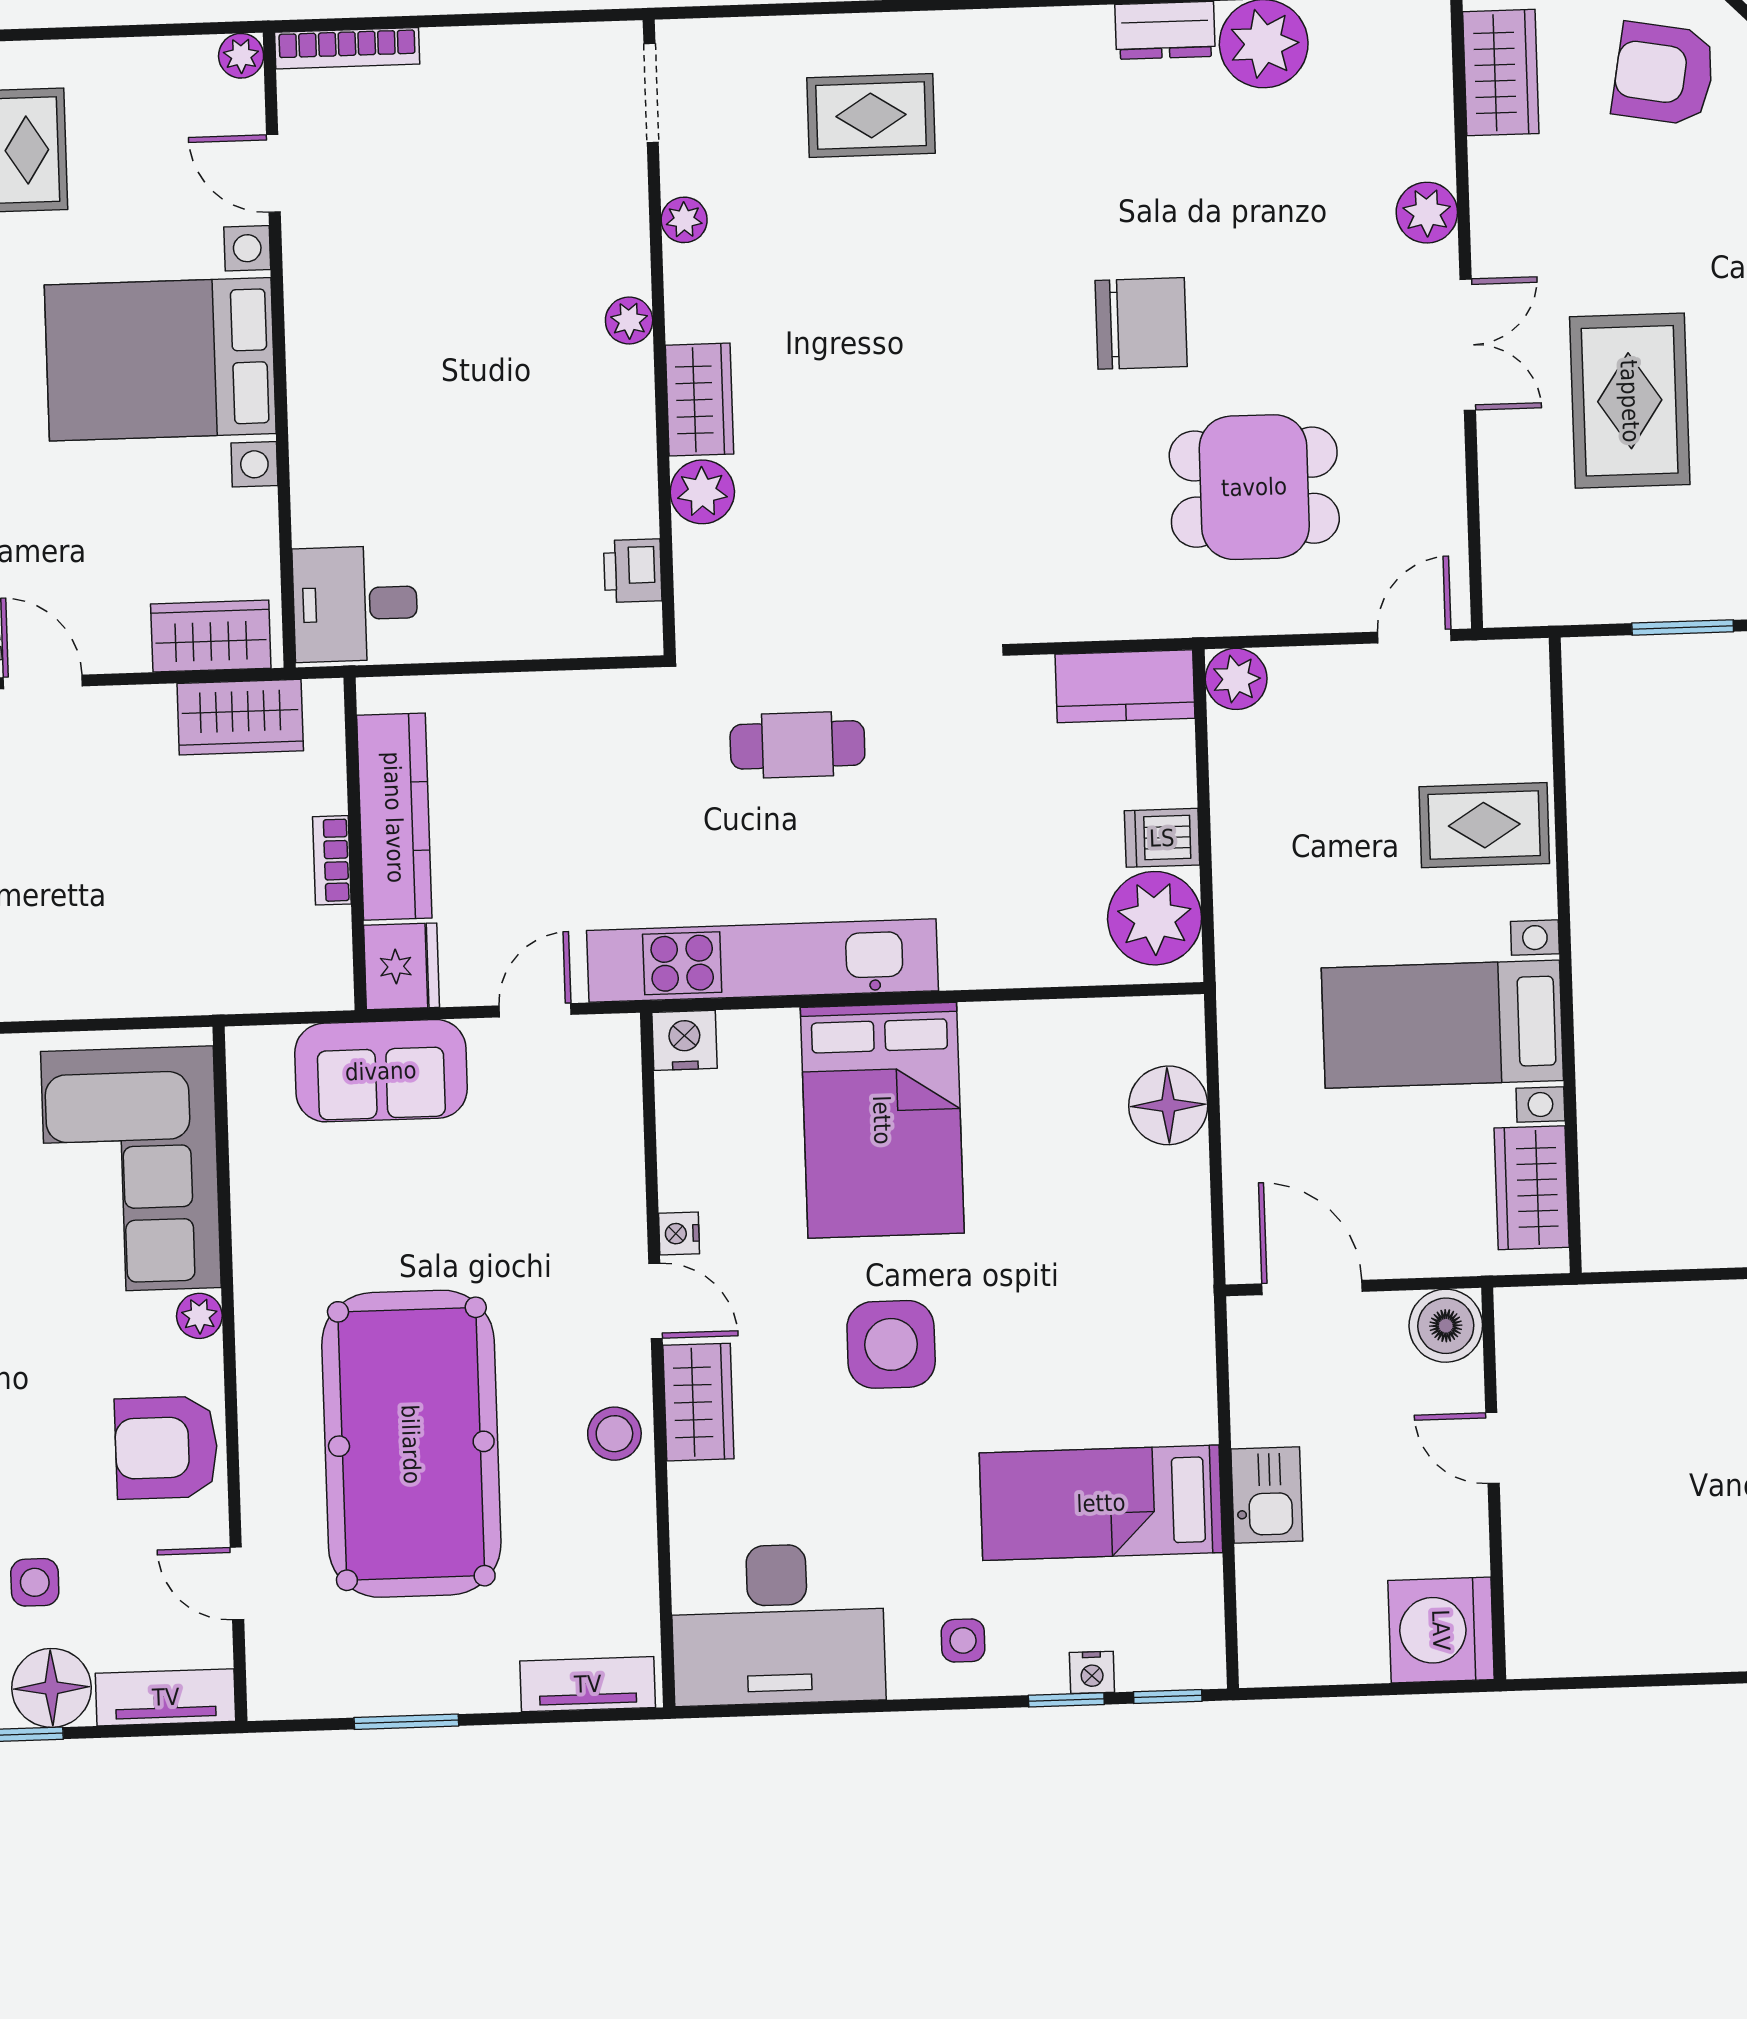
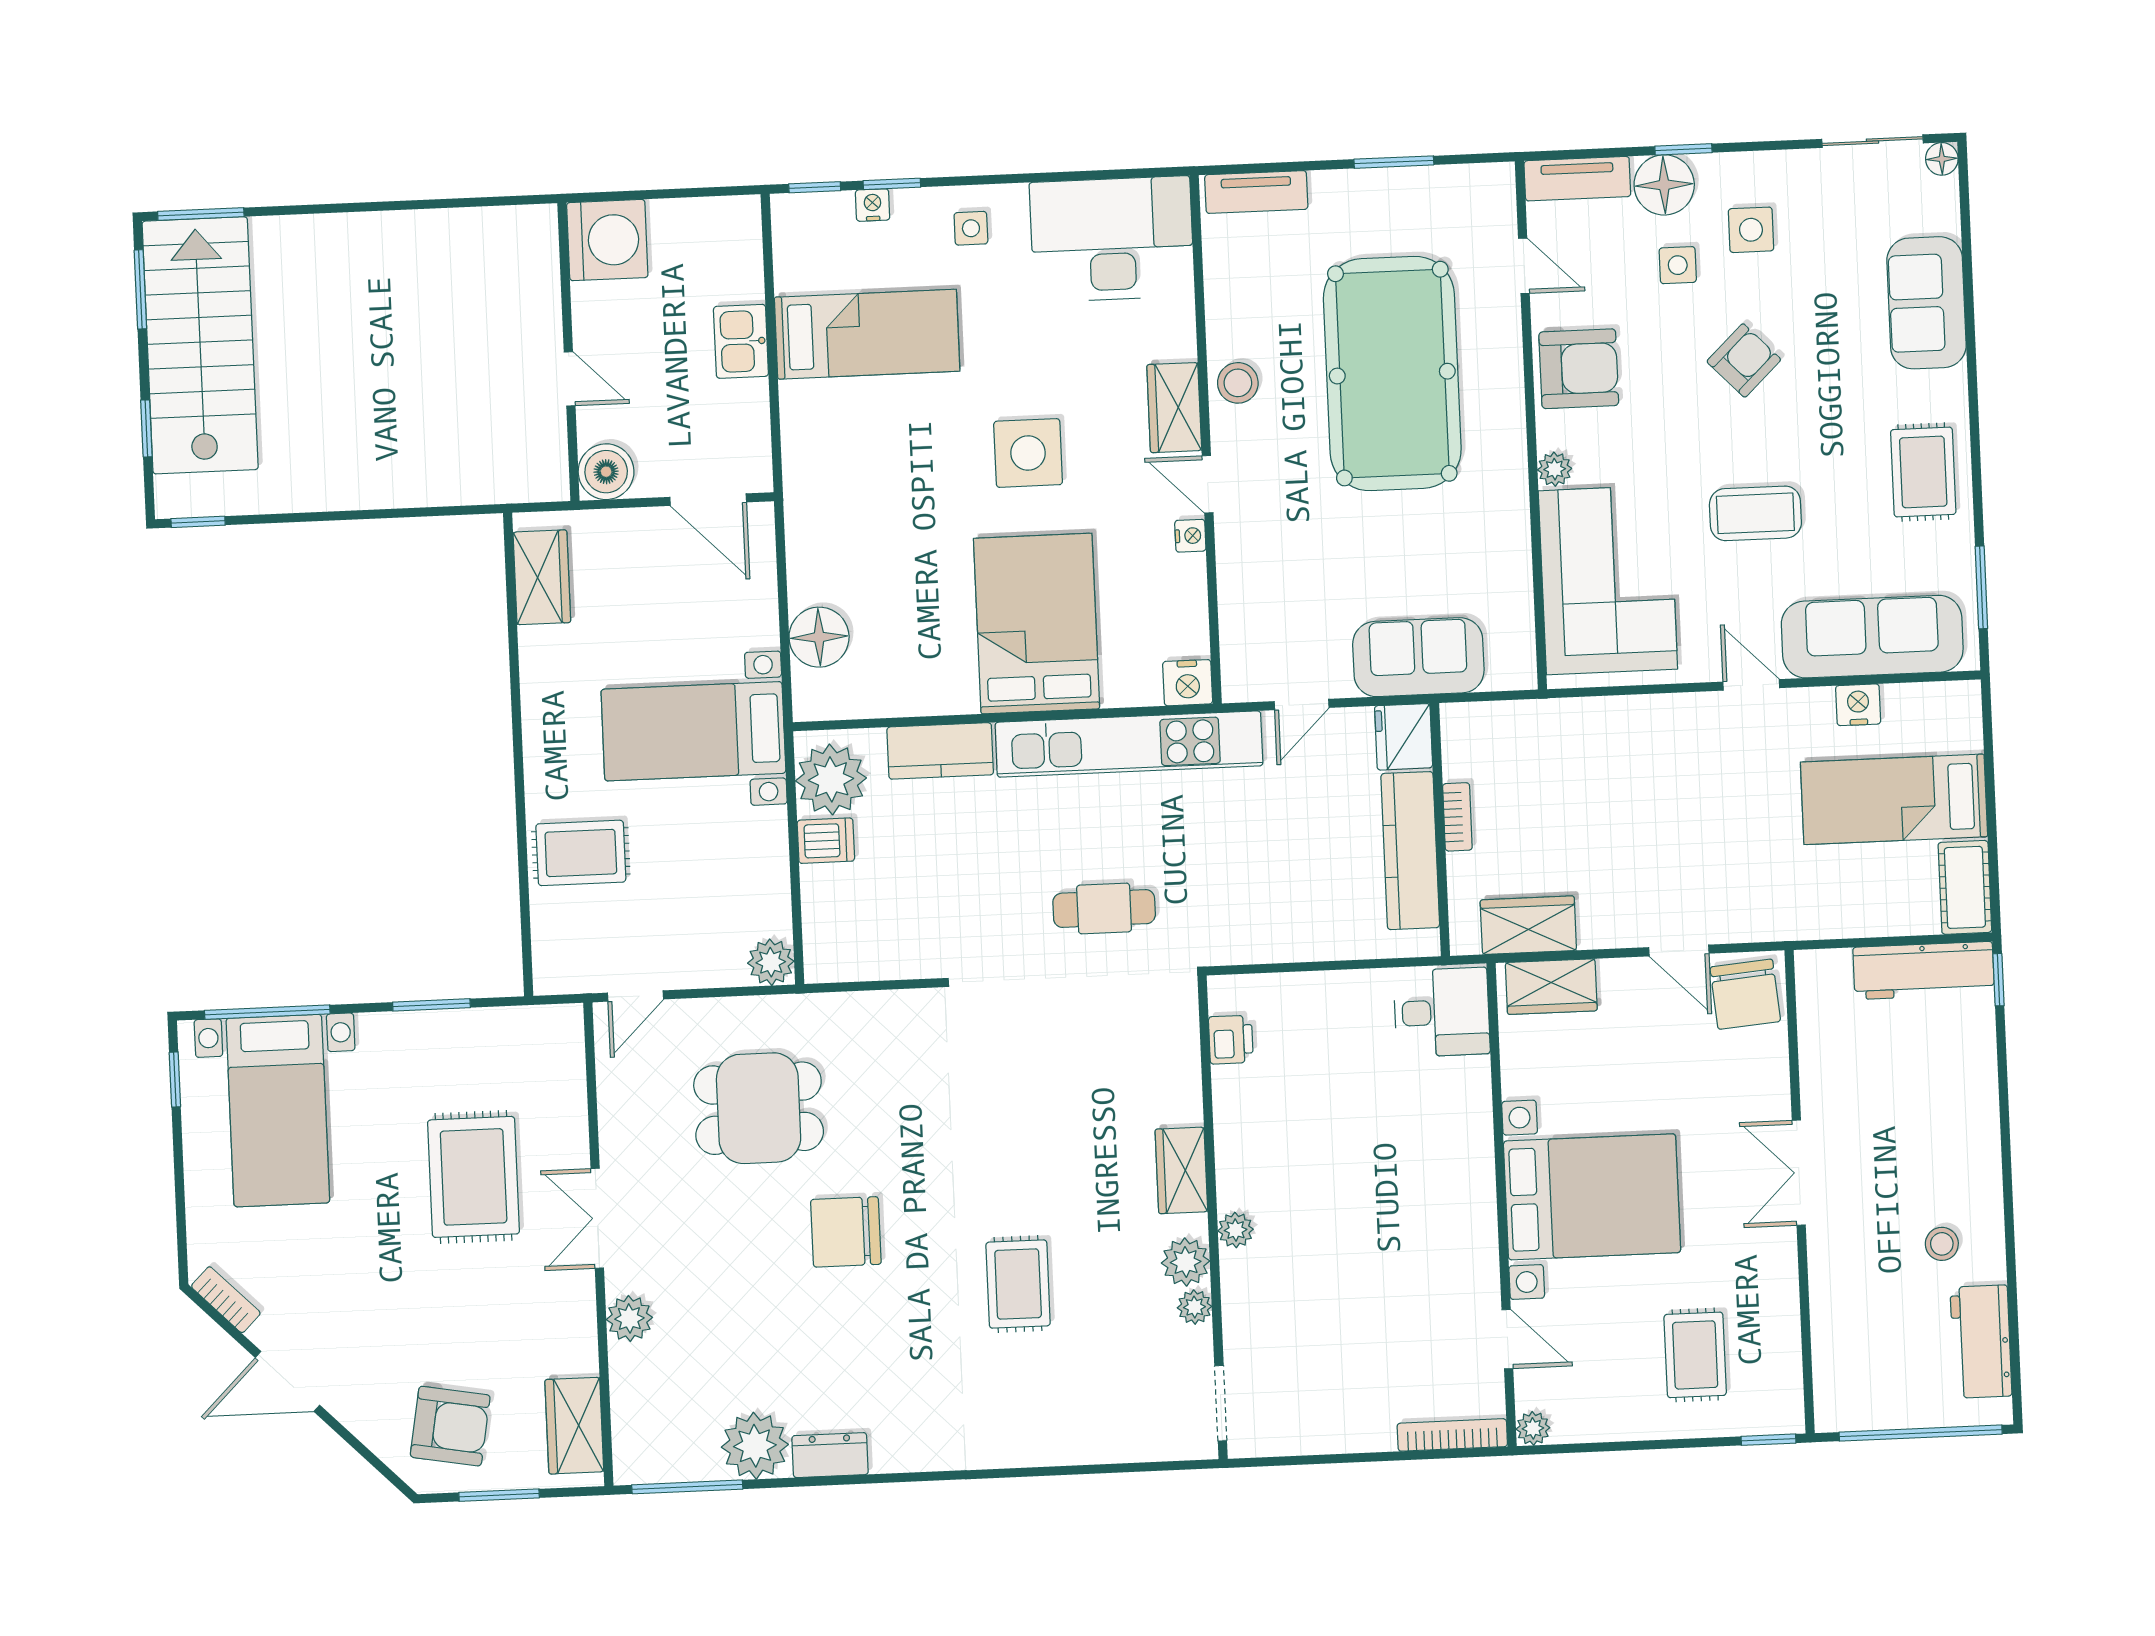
rug: (871, 115) -> (1018, 1284), moved, turned 90
plant: (702, 492) -> (1186, 1262), moved
kitchen counter: (1125, 686) -> (940, 751), moved, turned 180
bed with nightstands: (1442, 1024) -> (693, 731), moved, turned 180

